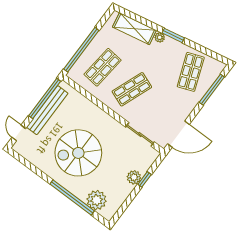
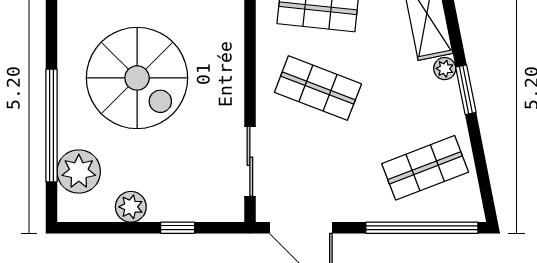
window: (212, 90) -> (422, 228), width x1.46
spiral stairs: (78, 153) -> (137, 78), turned 180
plant: (134, 177) -> (131, 207), moved

